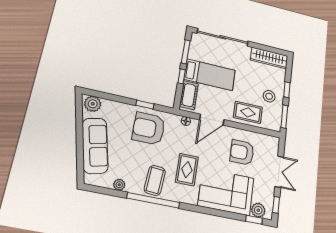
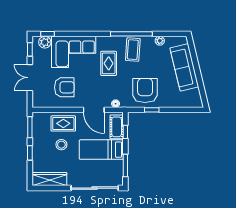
window: (182, 76) -> (125, 132), moved
stool: (269, 96) -> (61, 145), moved
plant: (93, 104) -> (193, 101), removed
door: (212, 120) -> (94, 110), swing flipped
armchair: (149, 128) -> (145, 91), turned -90

